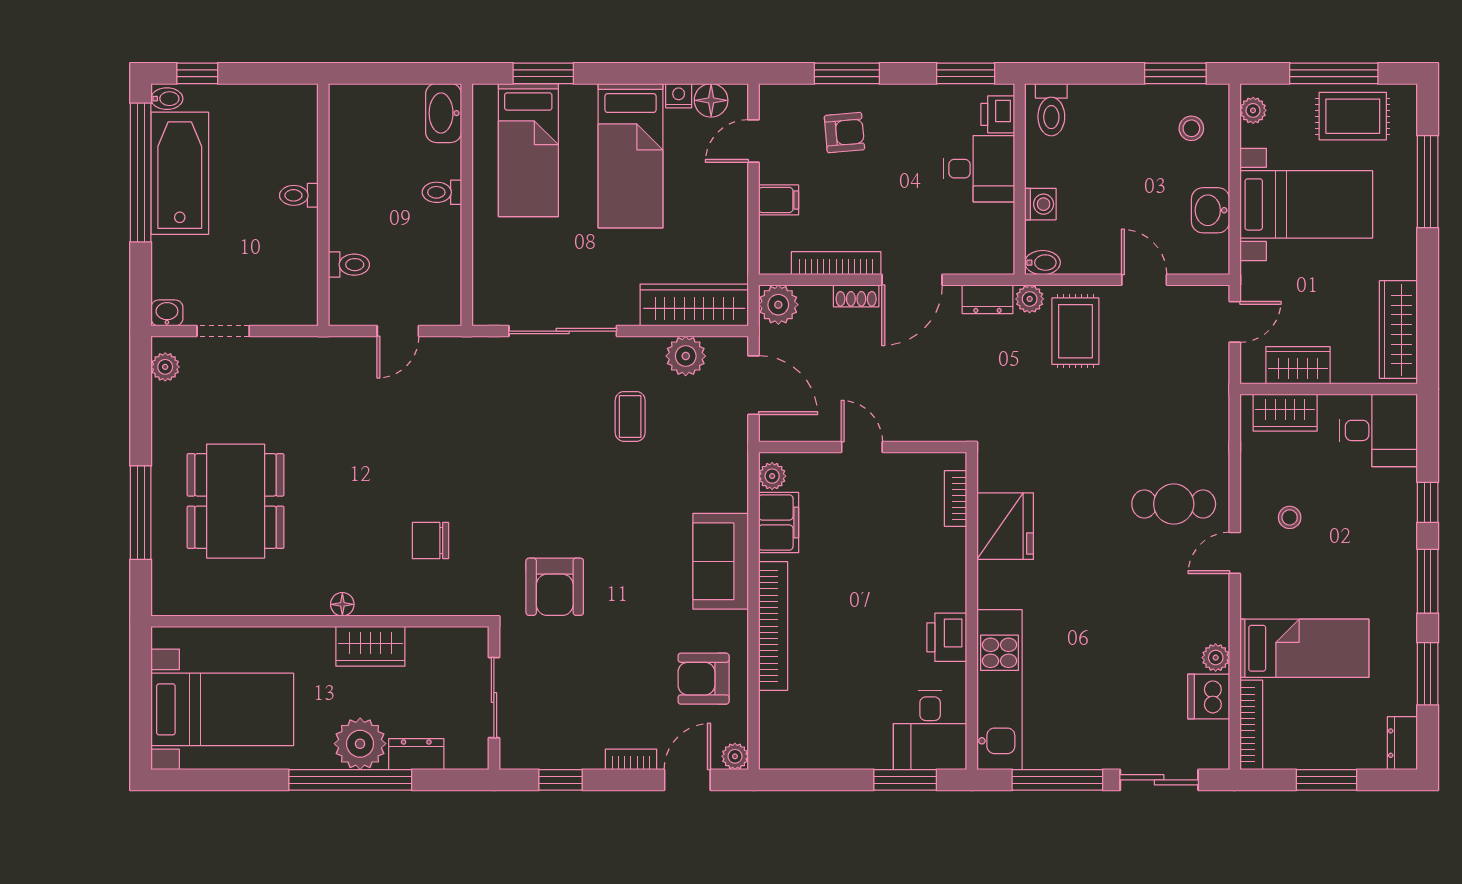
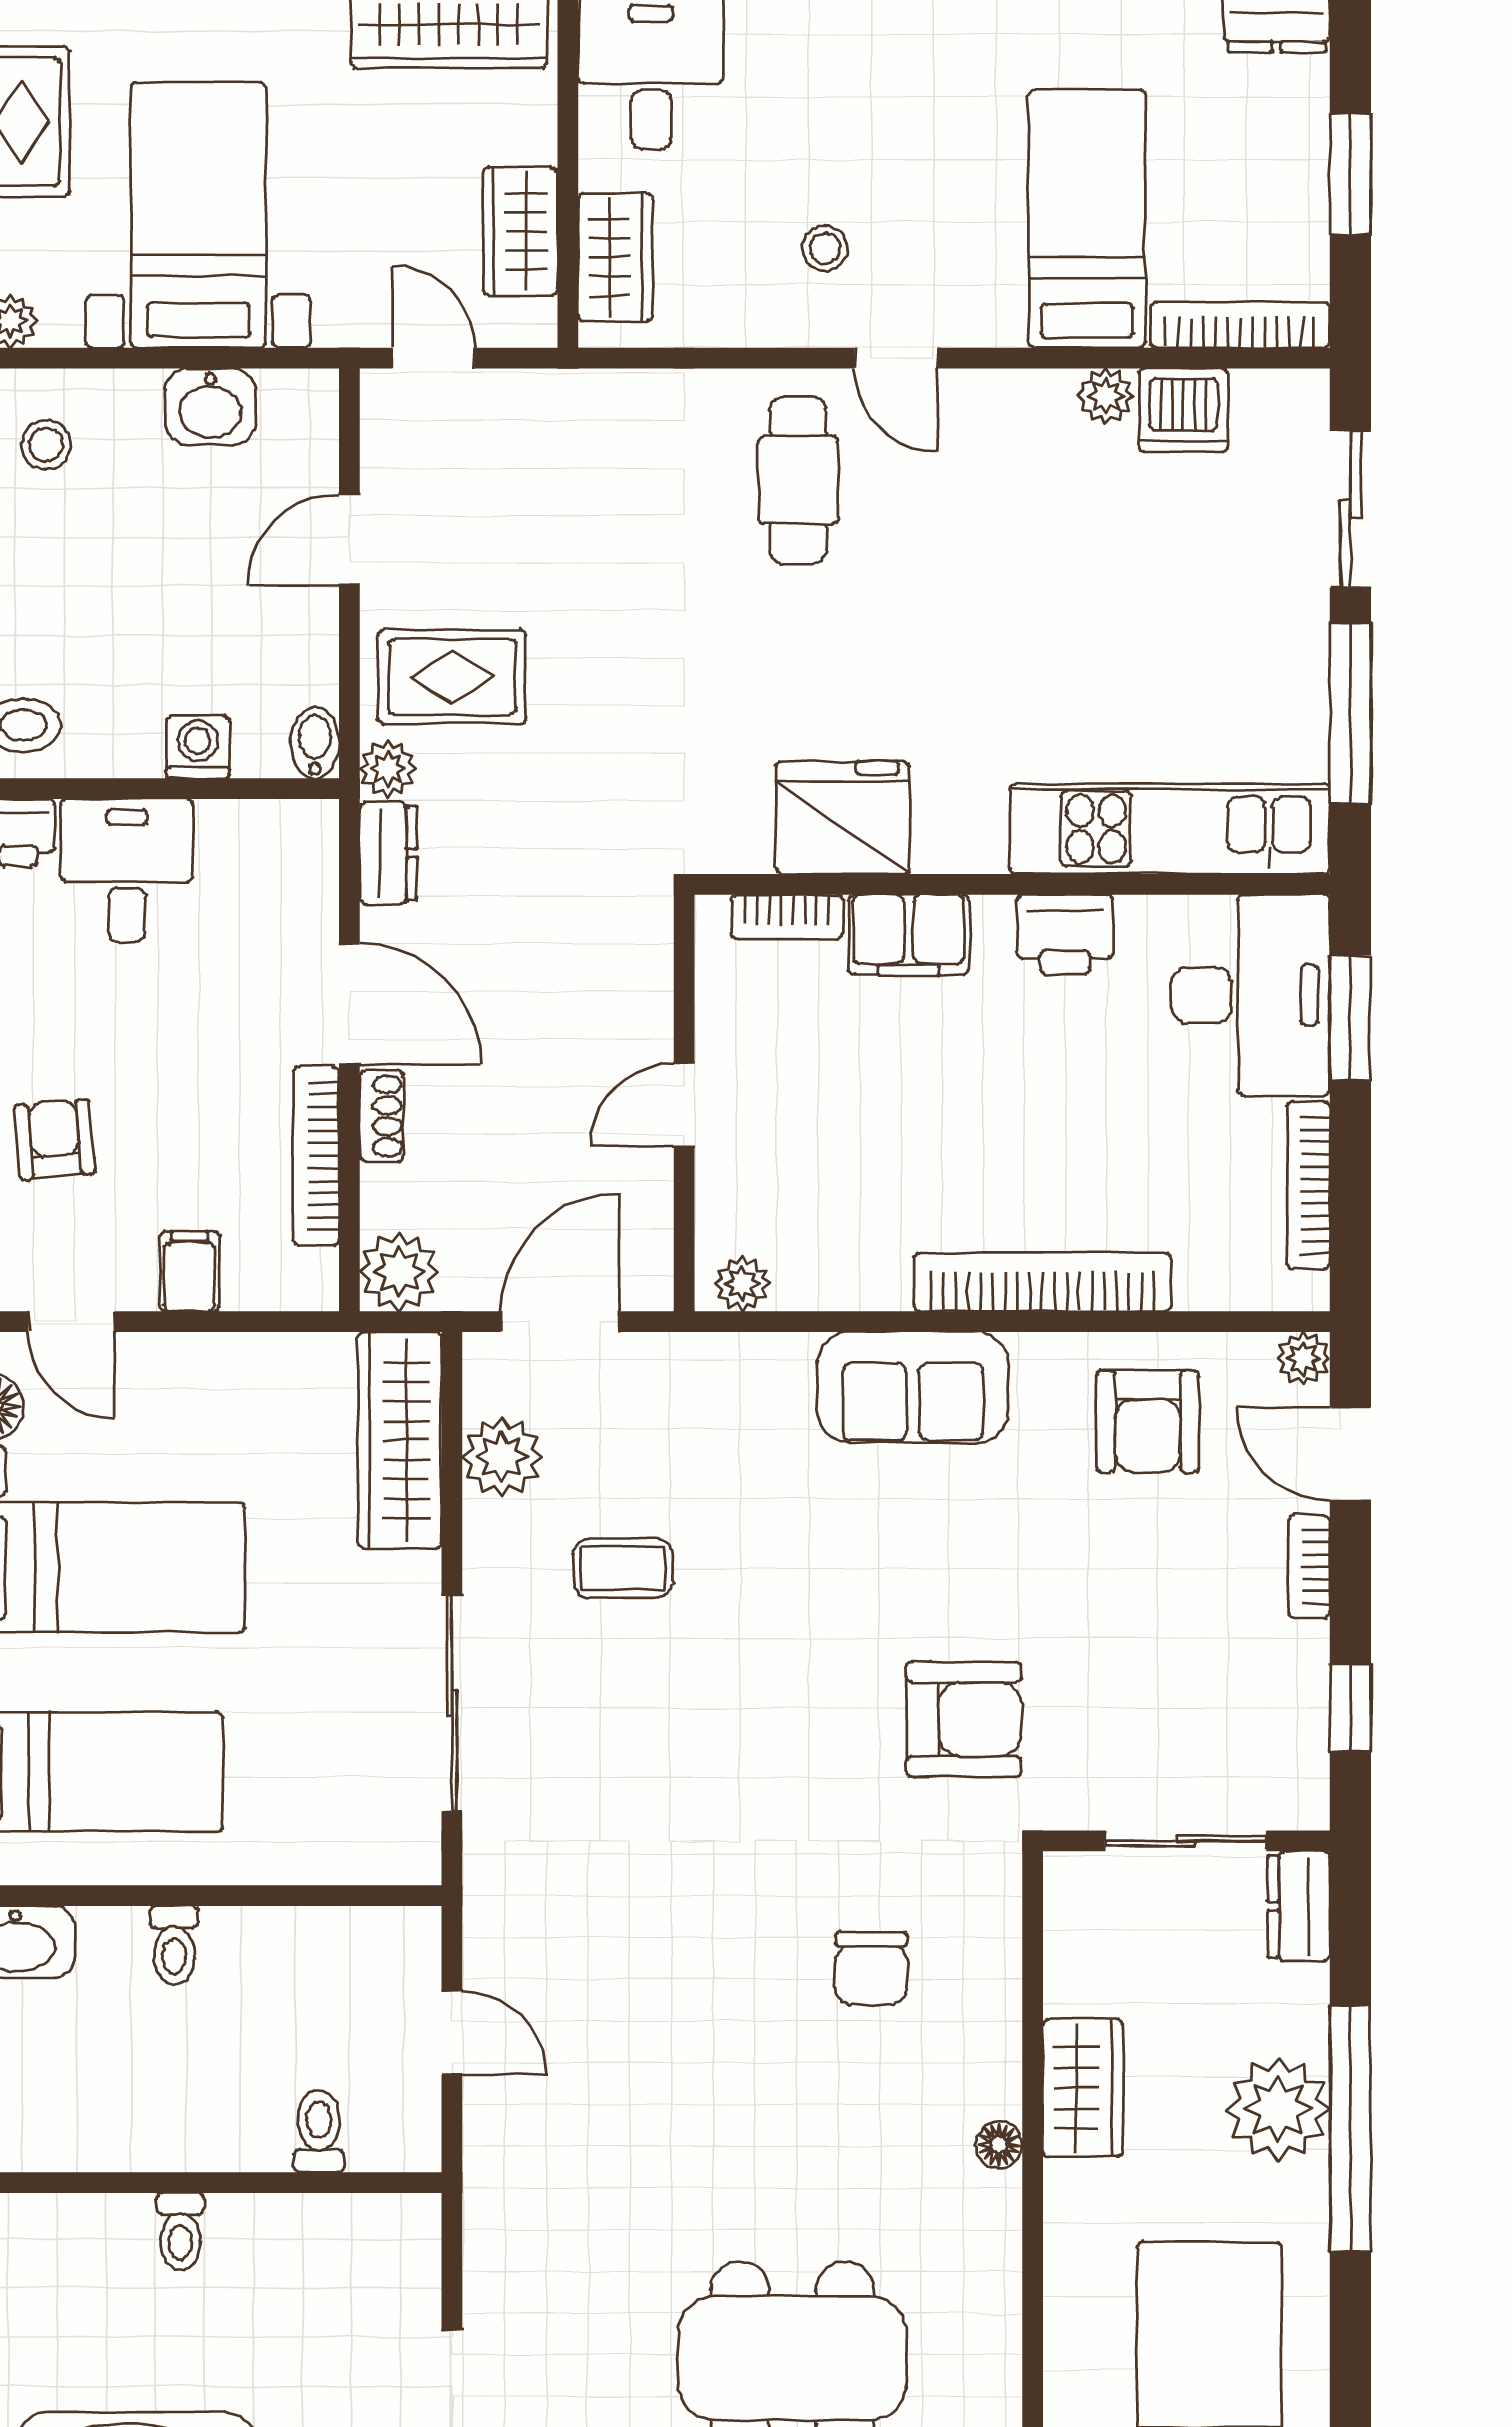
filing cabinet: (779, 523) -> (909, 935), moved, turned 180
desk: (930, 730) -> (1251, 995), width x1.37
dresser: (416, 754) -> (1299, 1906), moved
bookcase: (821, 759) -> (1308, 1185), added

